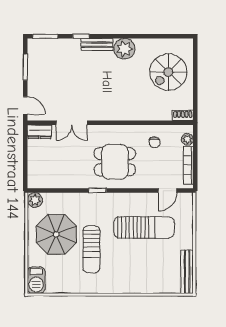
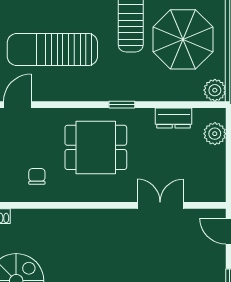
dresser: (40, 132) -> (174, 118), moved, turned 180
plant: (35, 171) -> (215, 134), added

